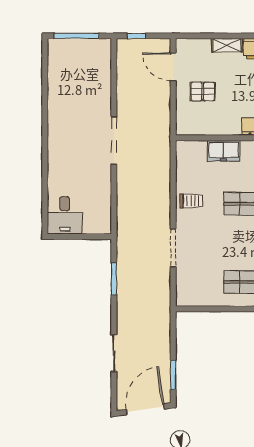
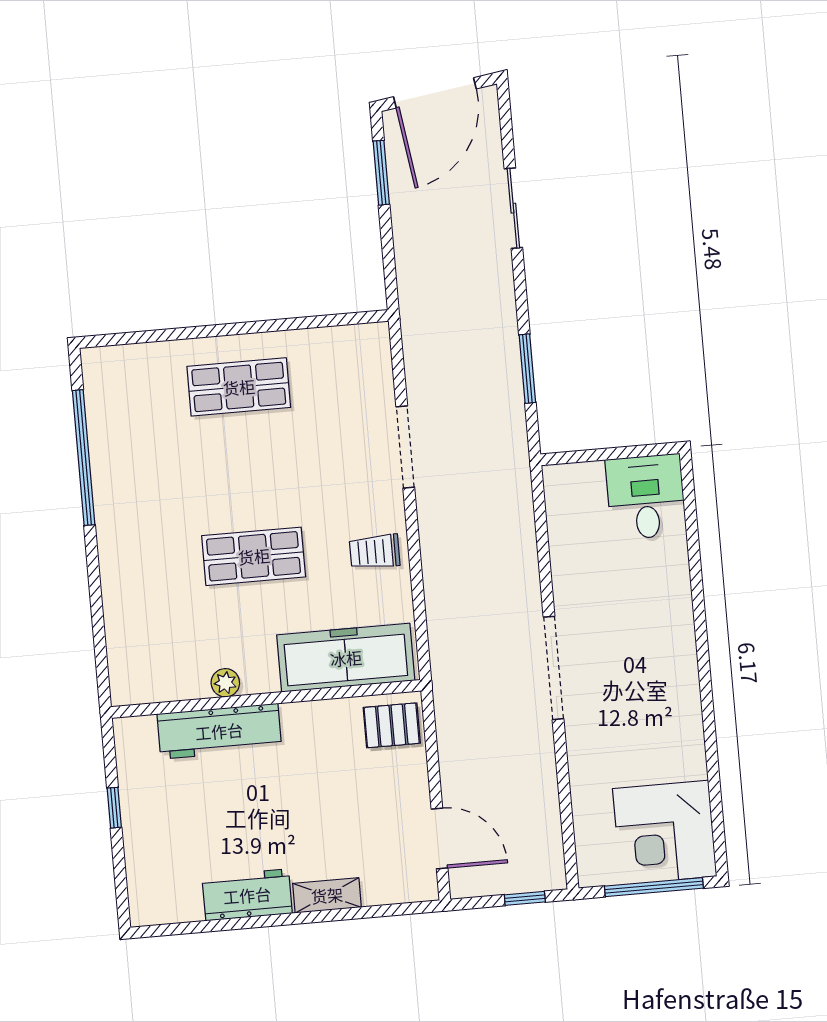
corner desk: (69, 61) -> (665, 832), added
pallet: (203, 91) -> (392, 725), moved
freezer: (224, 151) -> (346, 658), width x1.91, depth x1.26

